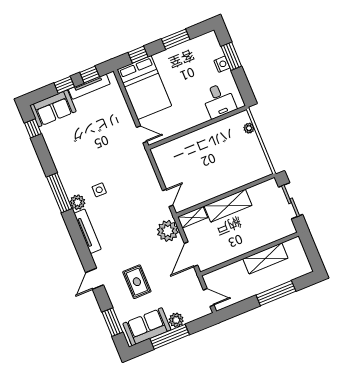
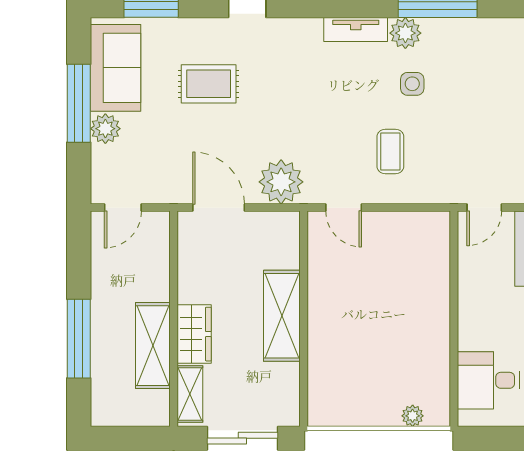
coffee table: (134, 187) -> (390, 151), added
shelving: (193, 217) -> (190, 394), moved
tv unit: (88, 231) -> (356, 29), width x0.71
wardrobe: (253, 242) -> (194, 334), added

